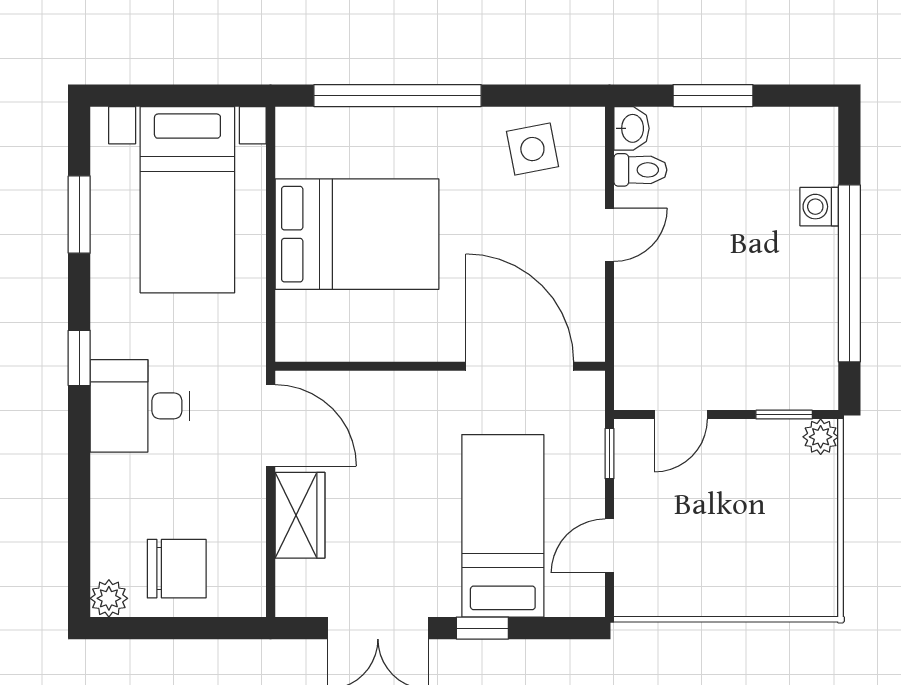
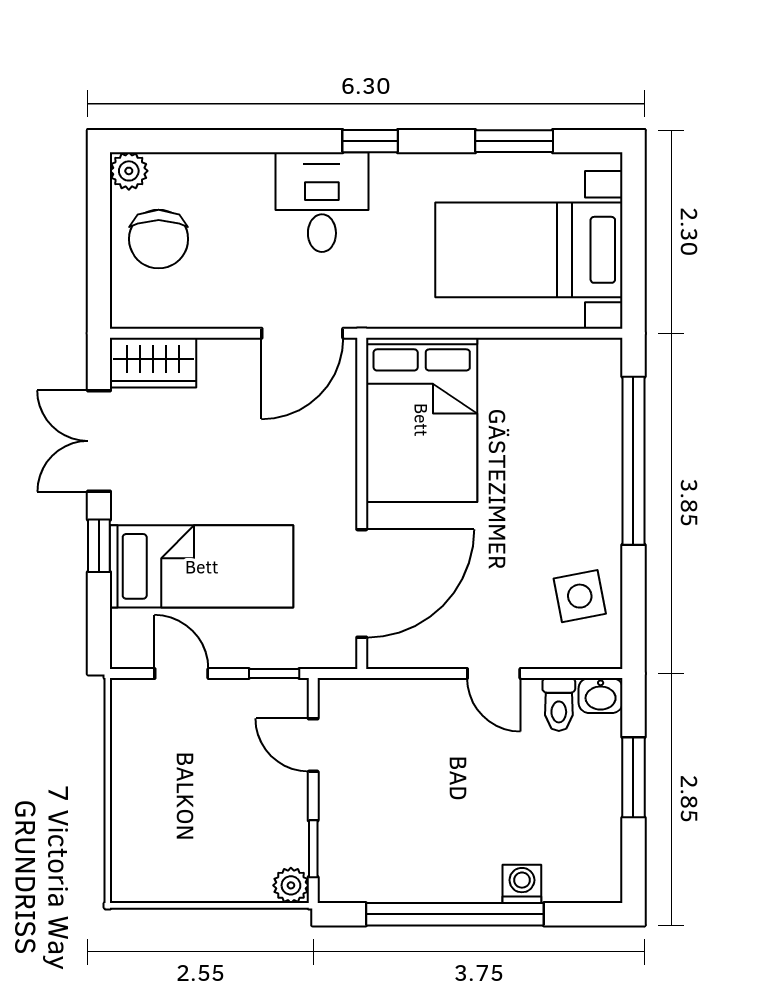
bed: (357, 234) -> (422, 420), moved
wardrobe: (300, 515) -> (153, 363), moved

